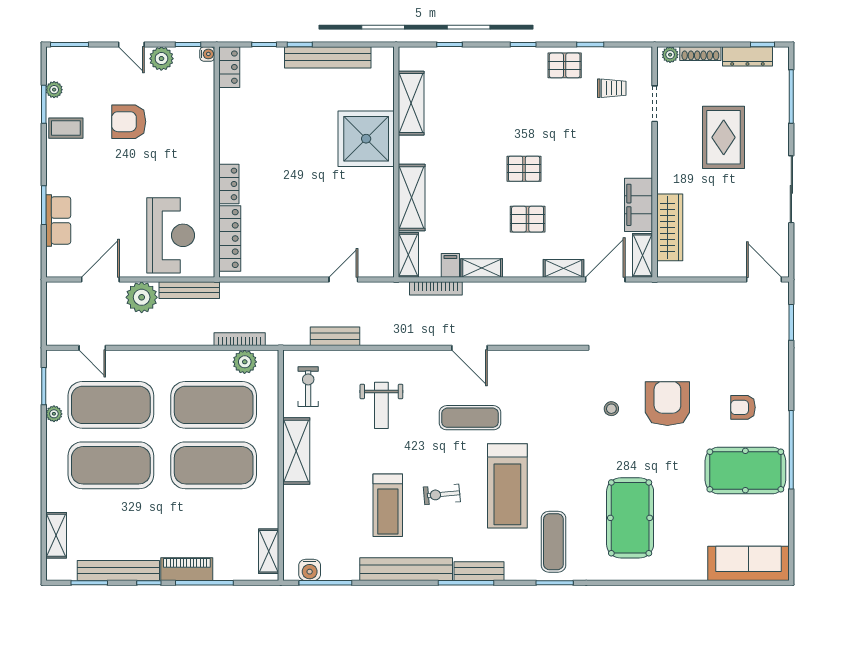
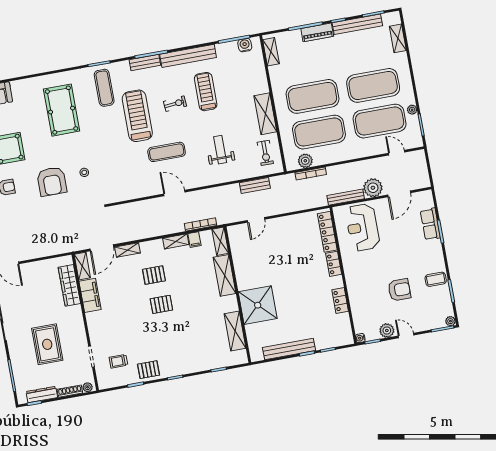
locker: (229, 67) -> (340, 300), moved
plant: (54, 90) -> (450, 321), moved

